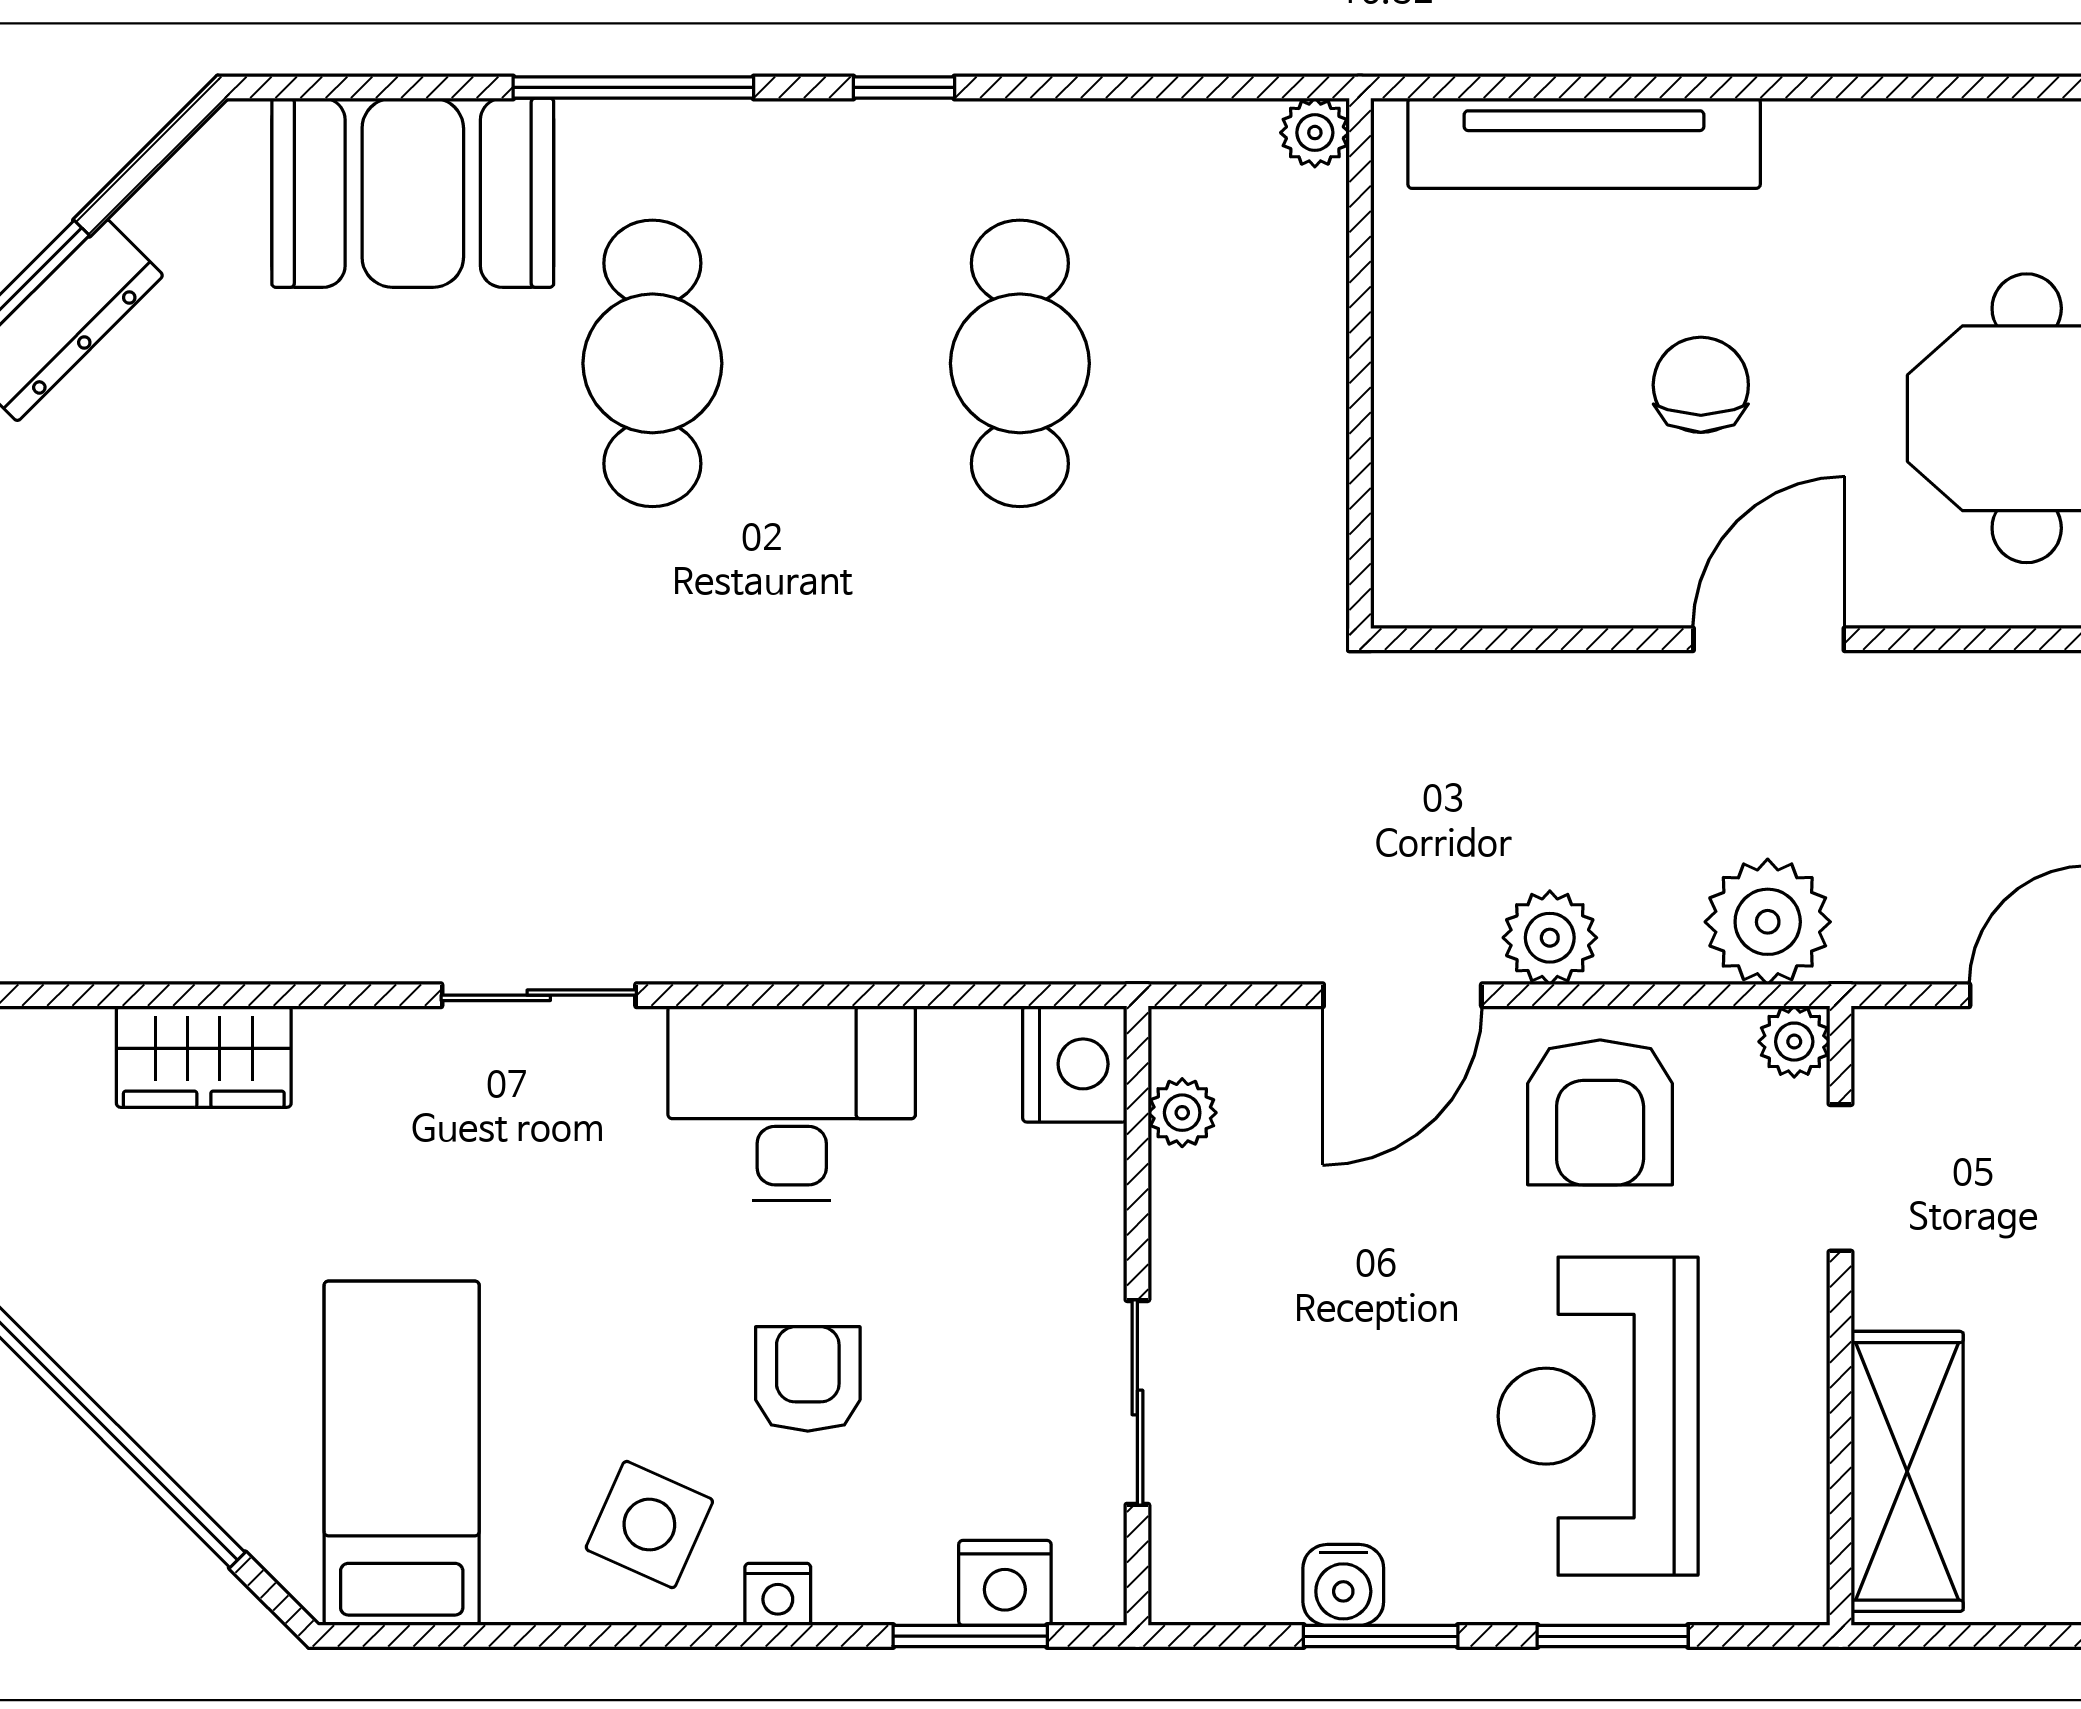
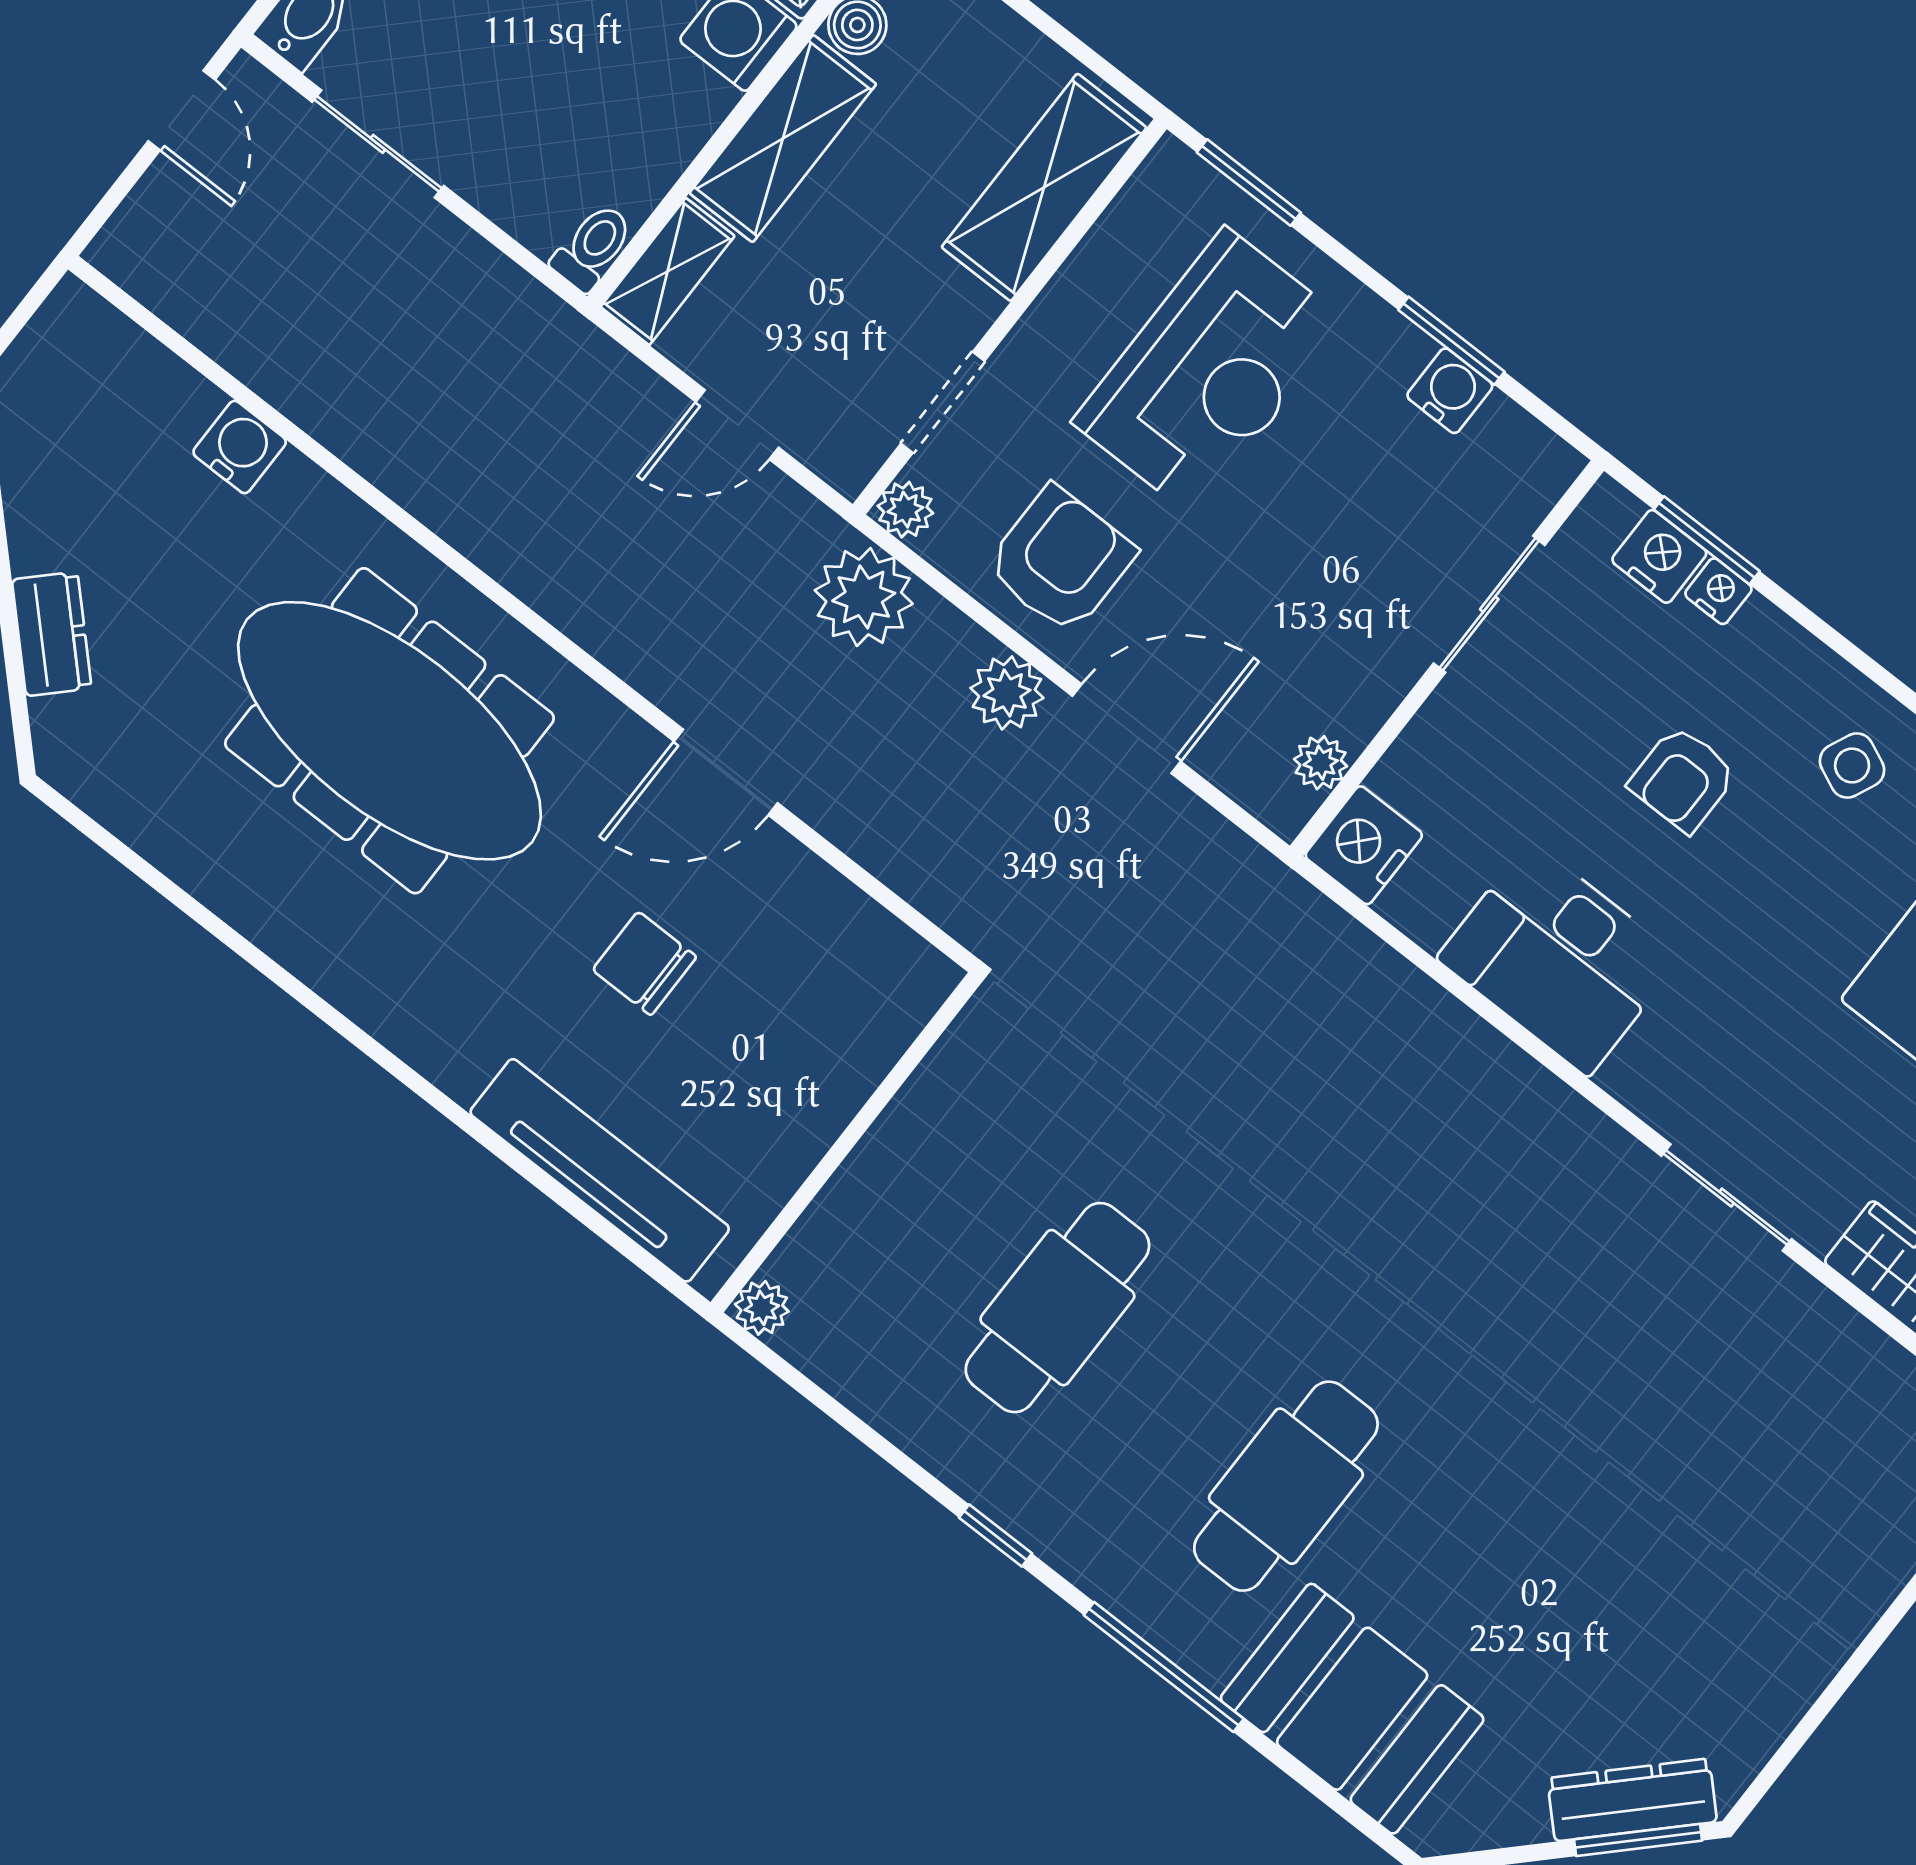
chair: (1701, 385) -> (644, 963), turned 90
sliding door: (539, 995) -> (1727, 1198), moved
side table: (649, 1525) -> (1852, 765), width x0.73, depth x0.73
nightstand: (778, 1594) -> (1718, 591), moved
window: (1613, 1636) -> (1249, 183), moved

